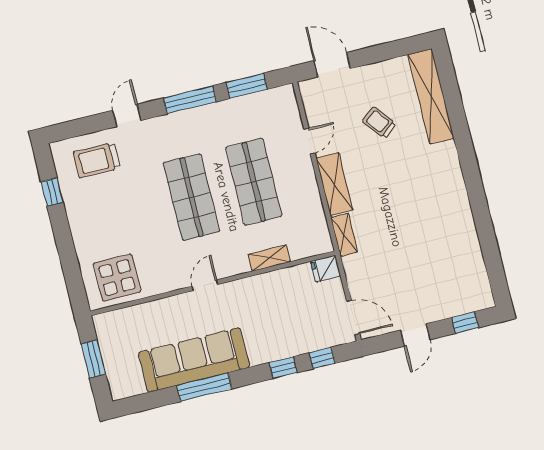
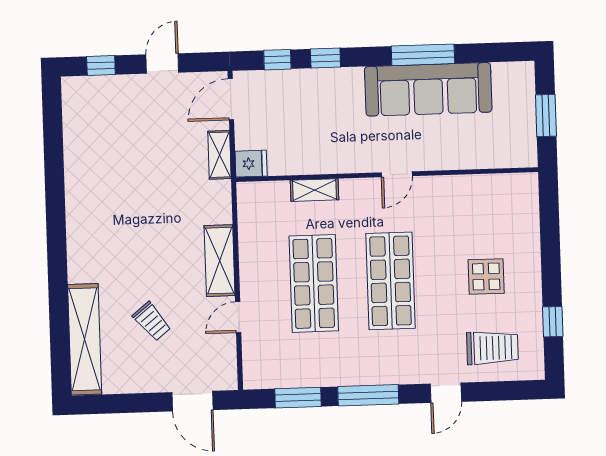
shelving: (344, 235) -> (219, 155), moved
display table: (117, 278) -> (486, 277), moved, width x0.73, depth x0.73
door: (353, 318) -> (231, 99), hinge flipped

